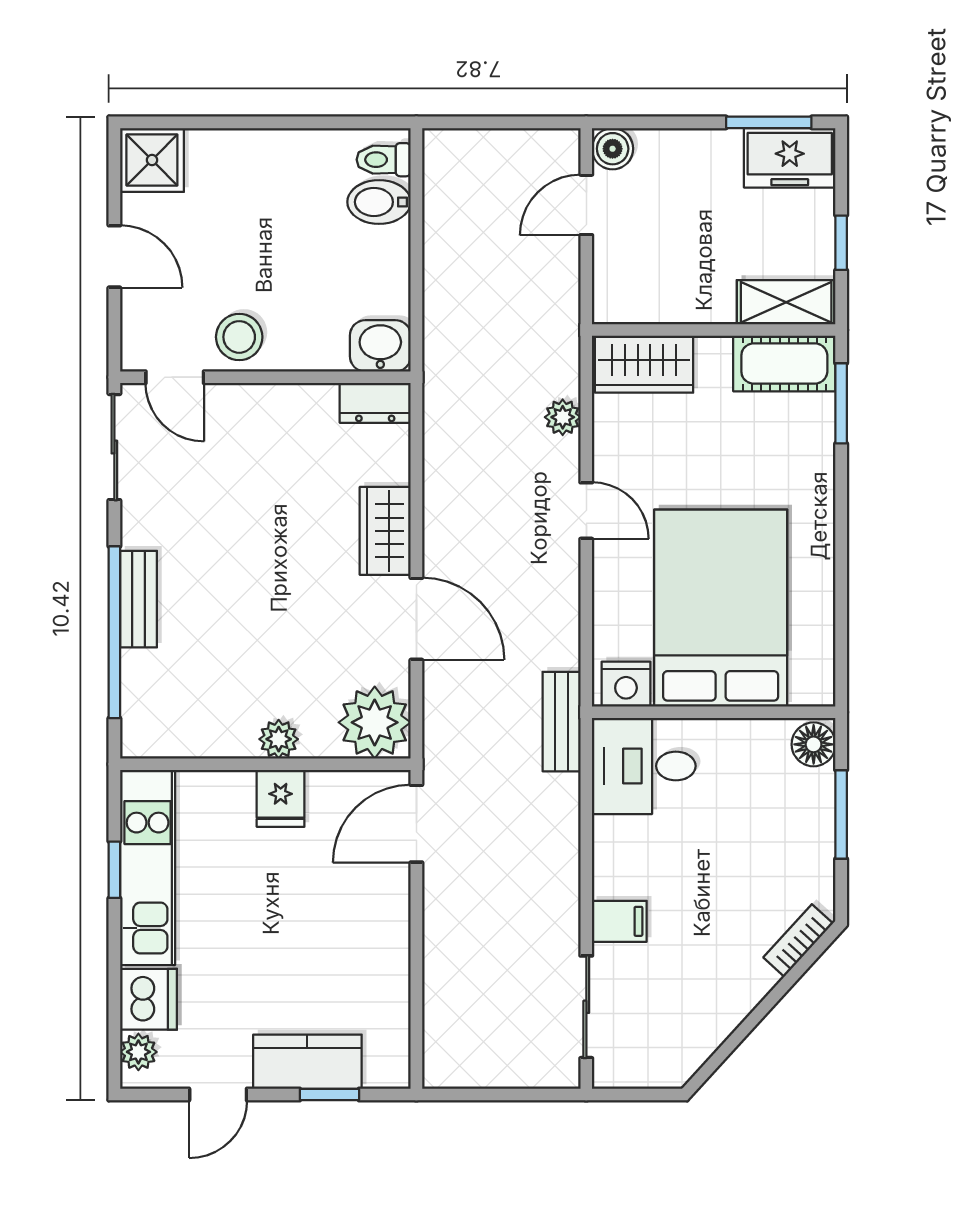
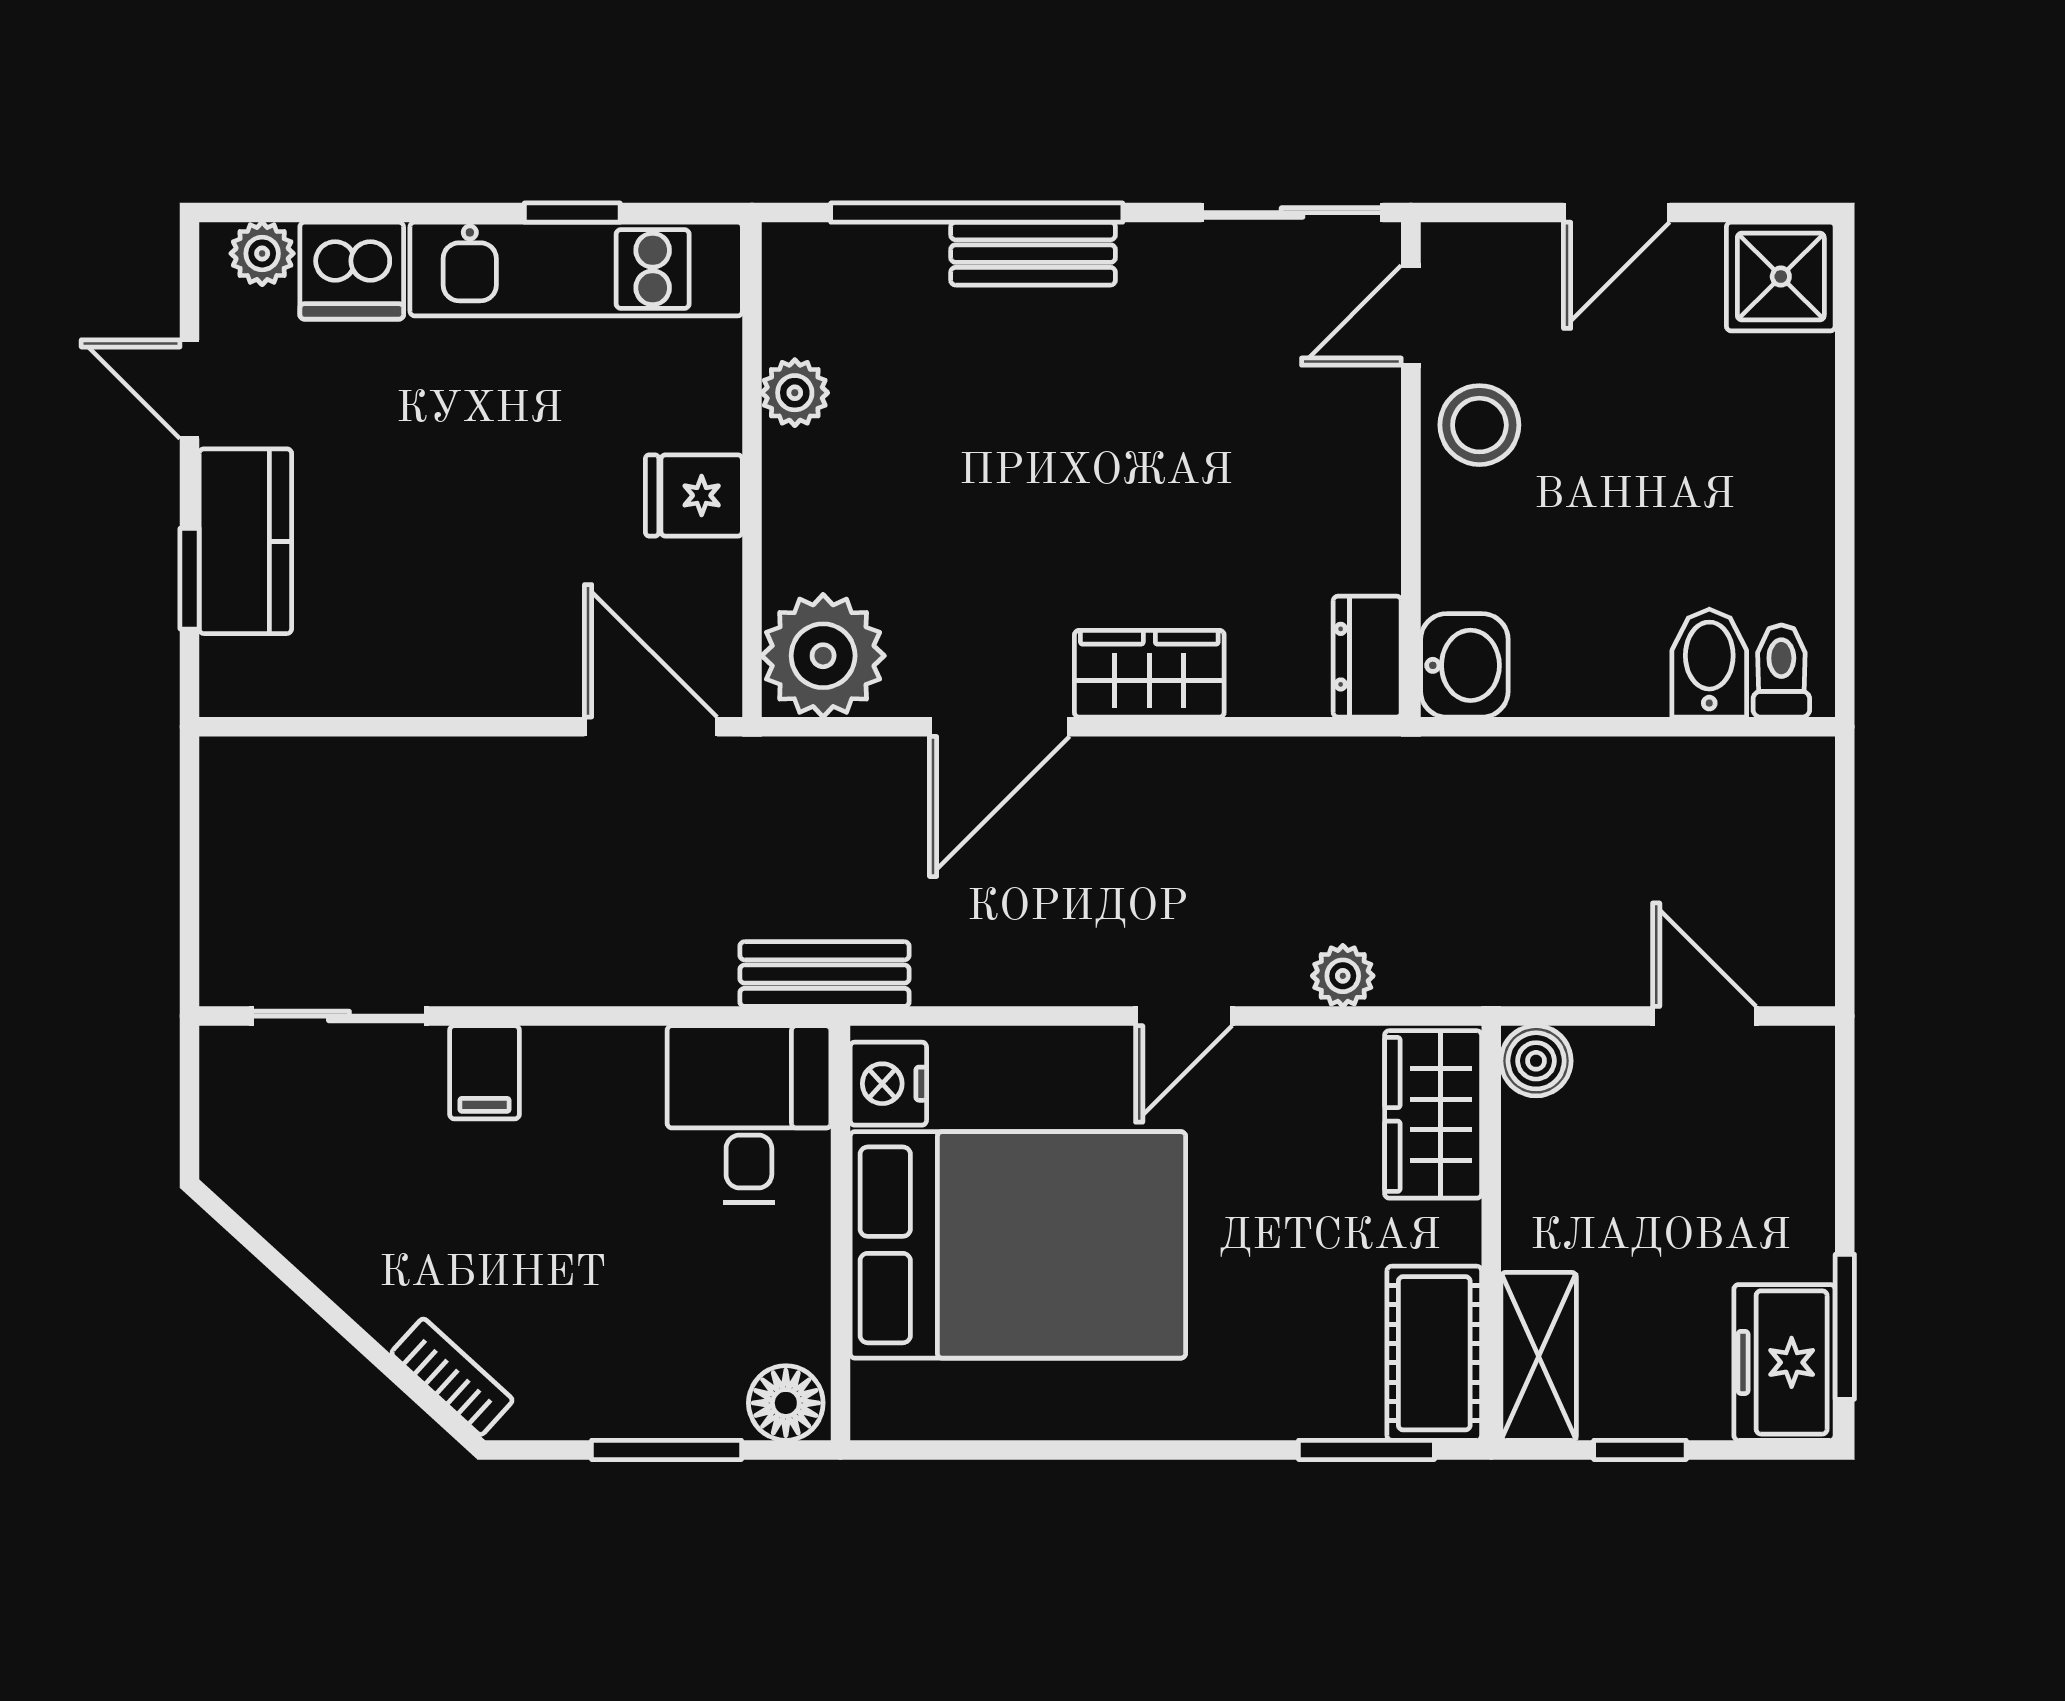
boiler: (613, 149) -> (1536, 1061), moved
plant: (279, 739) -> (795, 393), moved

